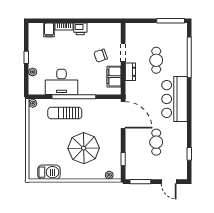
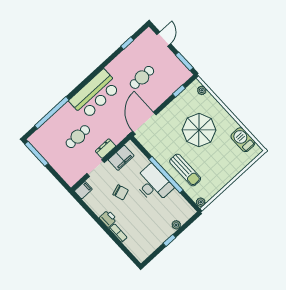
filing cabinet: (49, 30) -> (83, 190), moved
chair: (101, 56) -> (121, 192), moved
desk: (61, 82) -> (153, 184), moved

